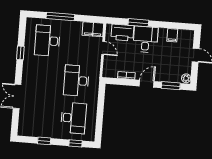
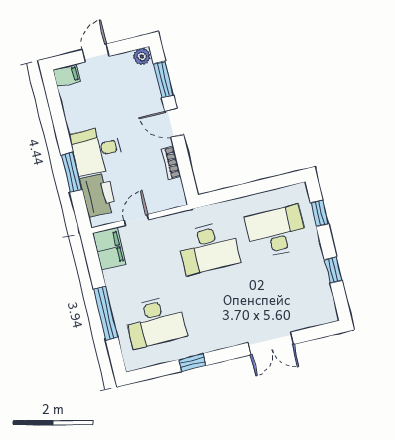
filing cabinet: (172, 35) -> (67, 75), moved

